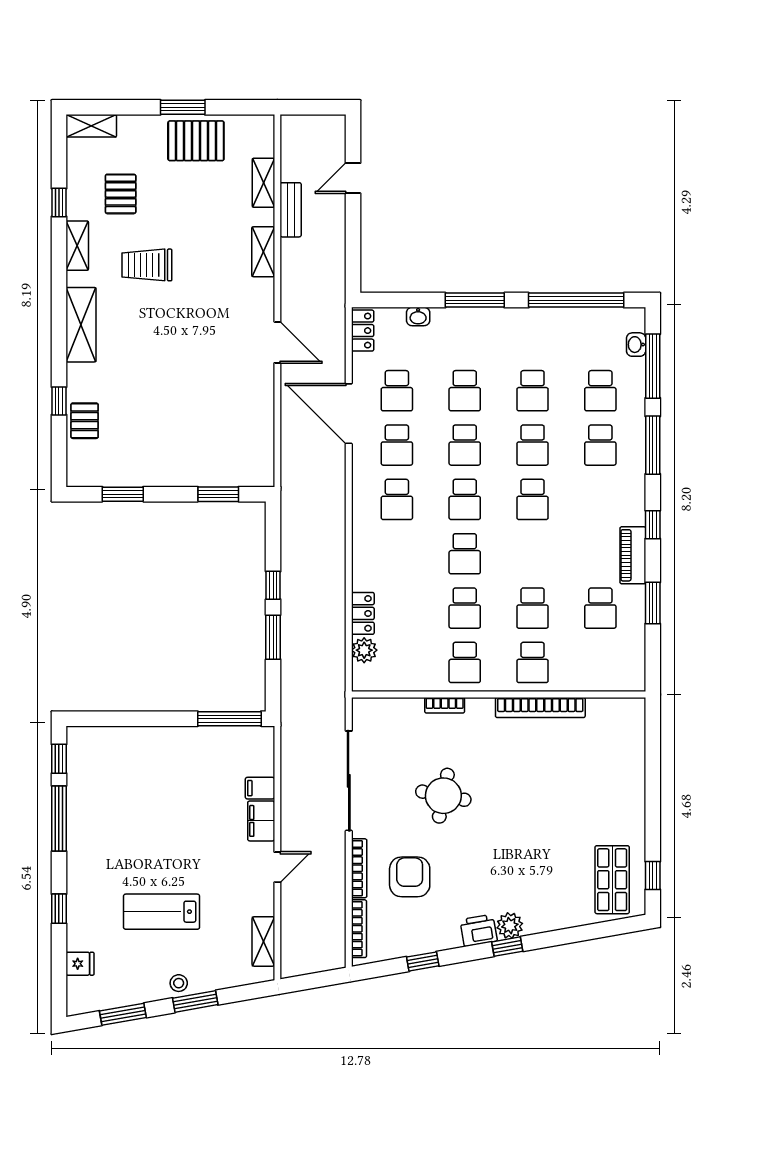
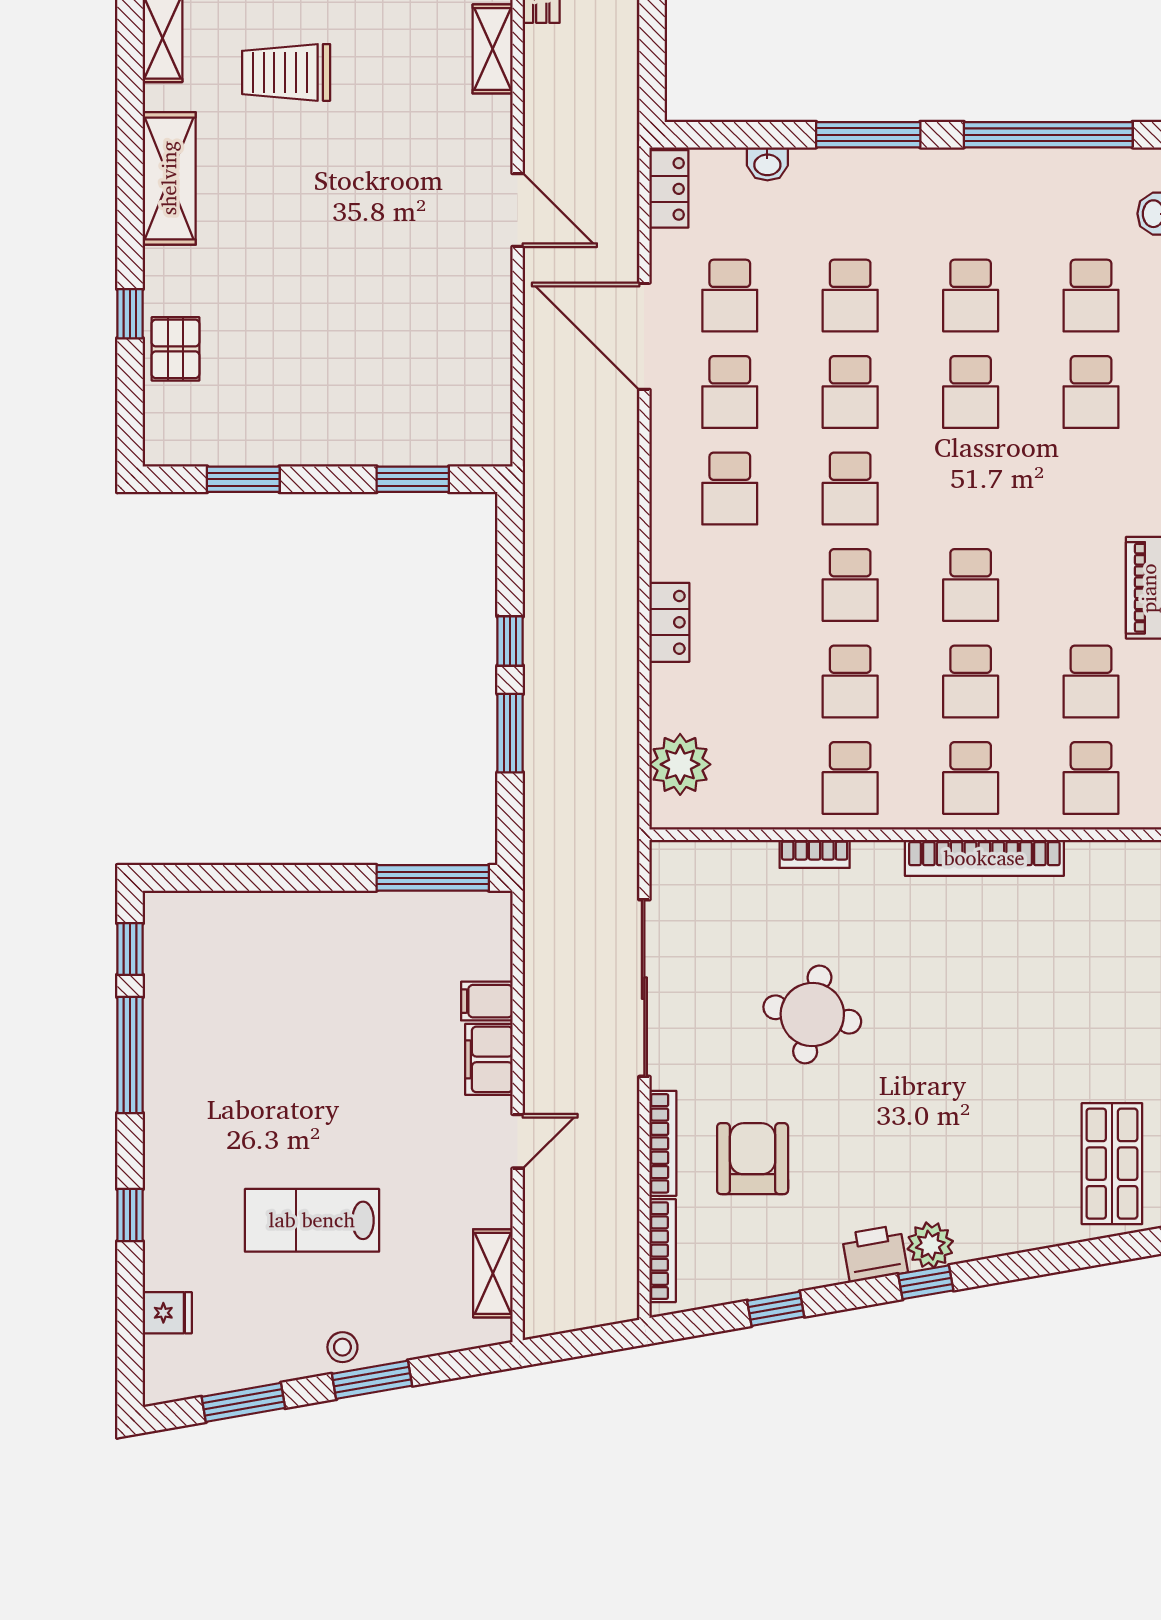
school desk: (533, 499) -> (971, 585), moved
locker: (363, 613) -> (669, 622), moved
plant: (364, 650) -> (680, 764), width x1.36, depth x1.36
school desk: (600, 662) -> (1091, 778), added

